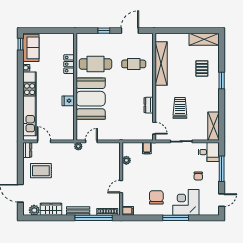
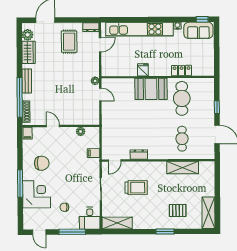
shelving: (161, 63) -> (183, 168), width x0.68
booth: (91, 99) -> (151, 89), width x0.73, depth x0.70

